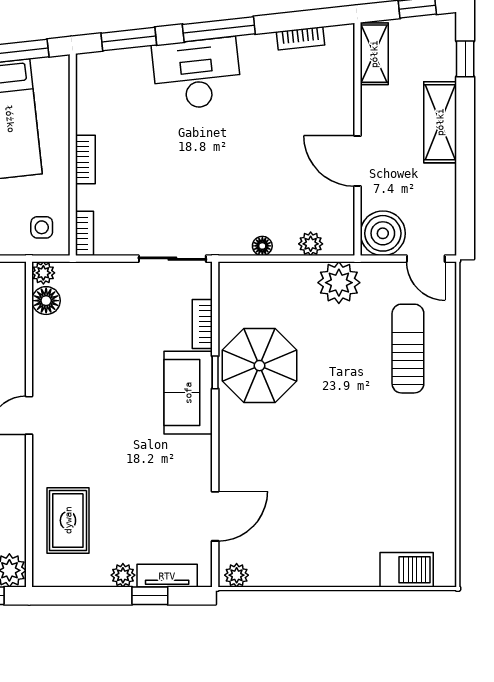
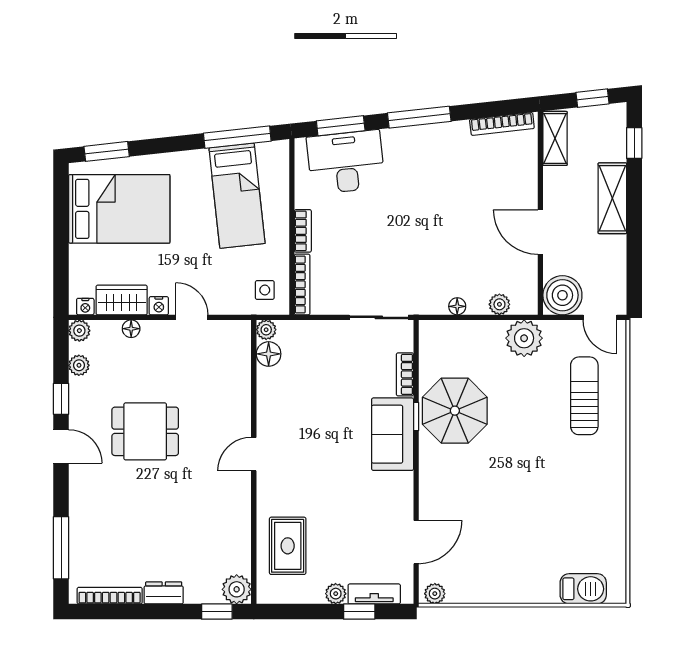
bookcase: (300, 38) -> (502, 124), width x1.56
desk: (197, 74) -> (346, 162), moved
bookcase: (84, 233) -> (302, 284), width x1.56

